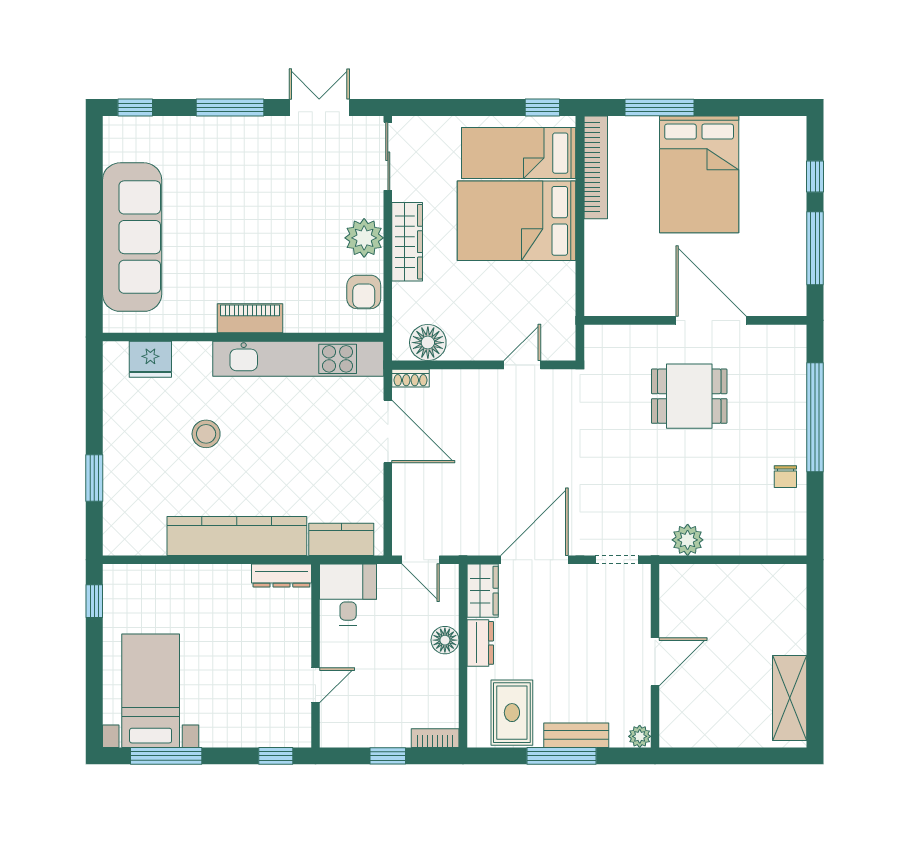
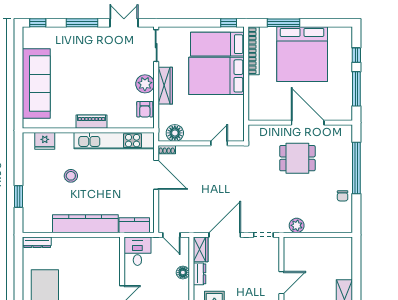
bed: (699, 174) -> (302, 54), width x1.36
dresser: (281, 576) -> (37, 242), moved
window: (94, 601) -> (18, 254), removed

